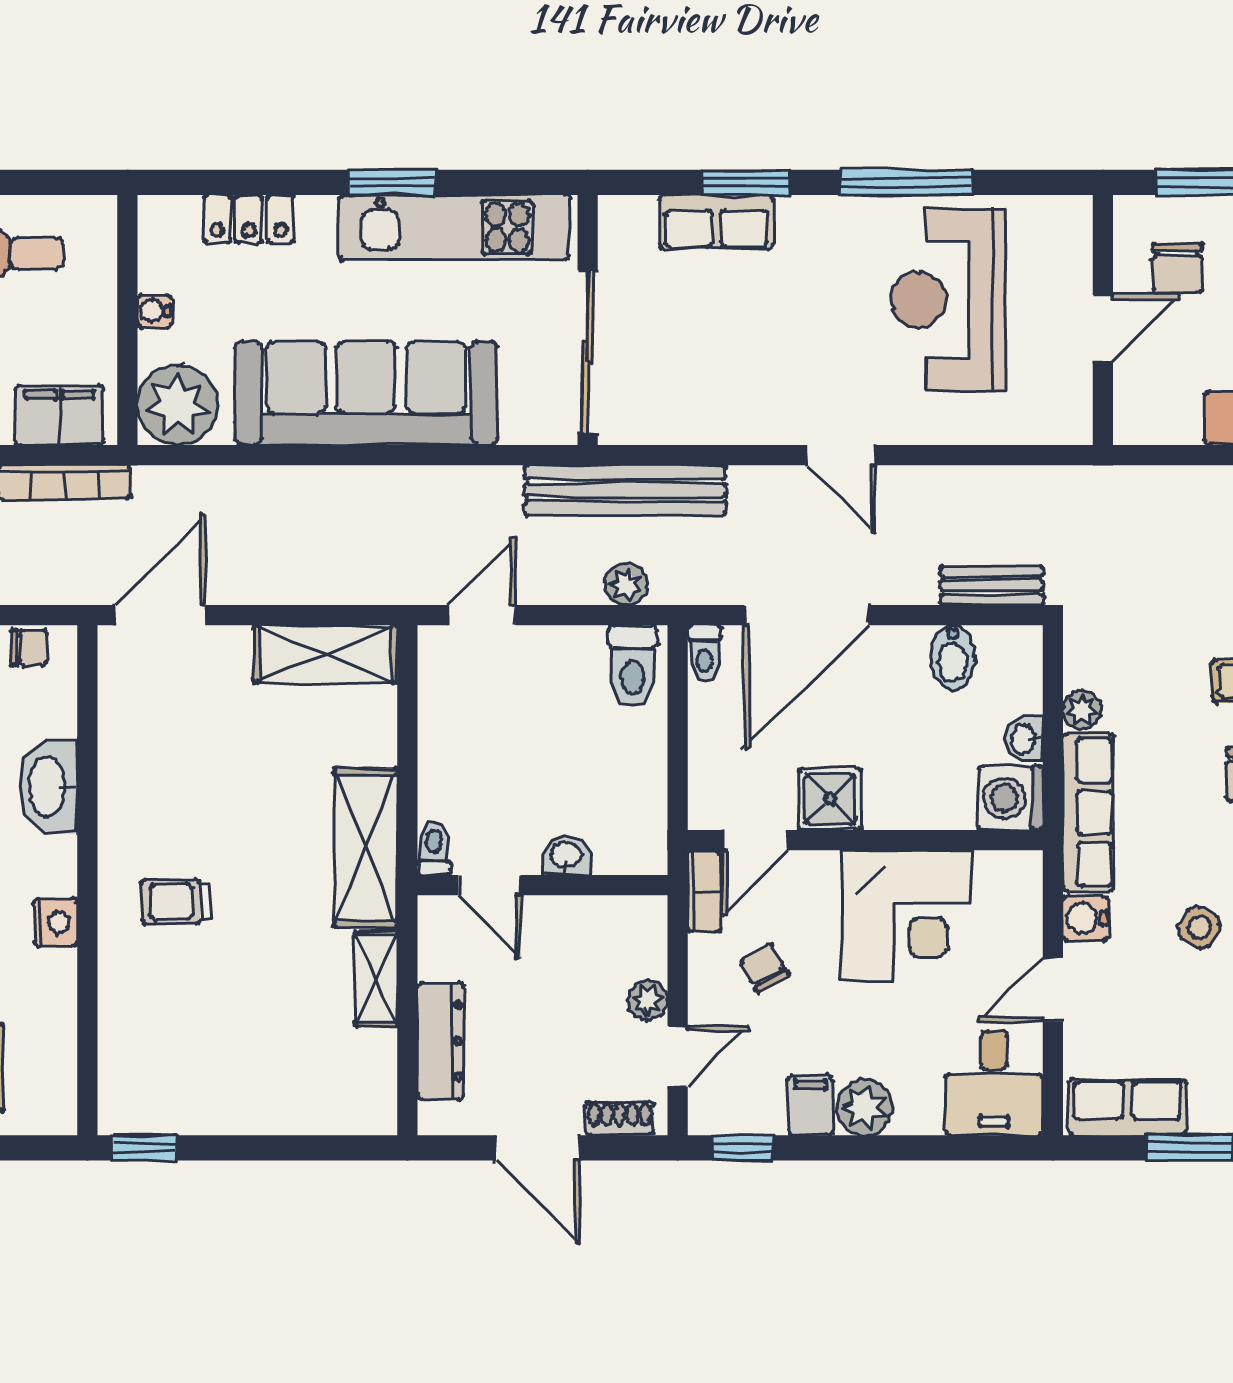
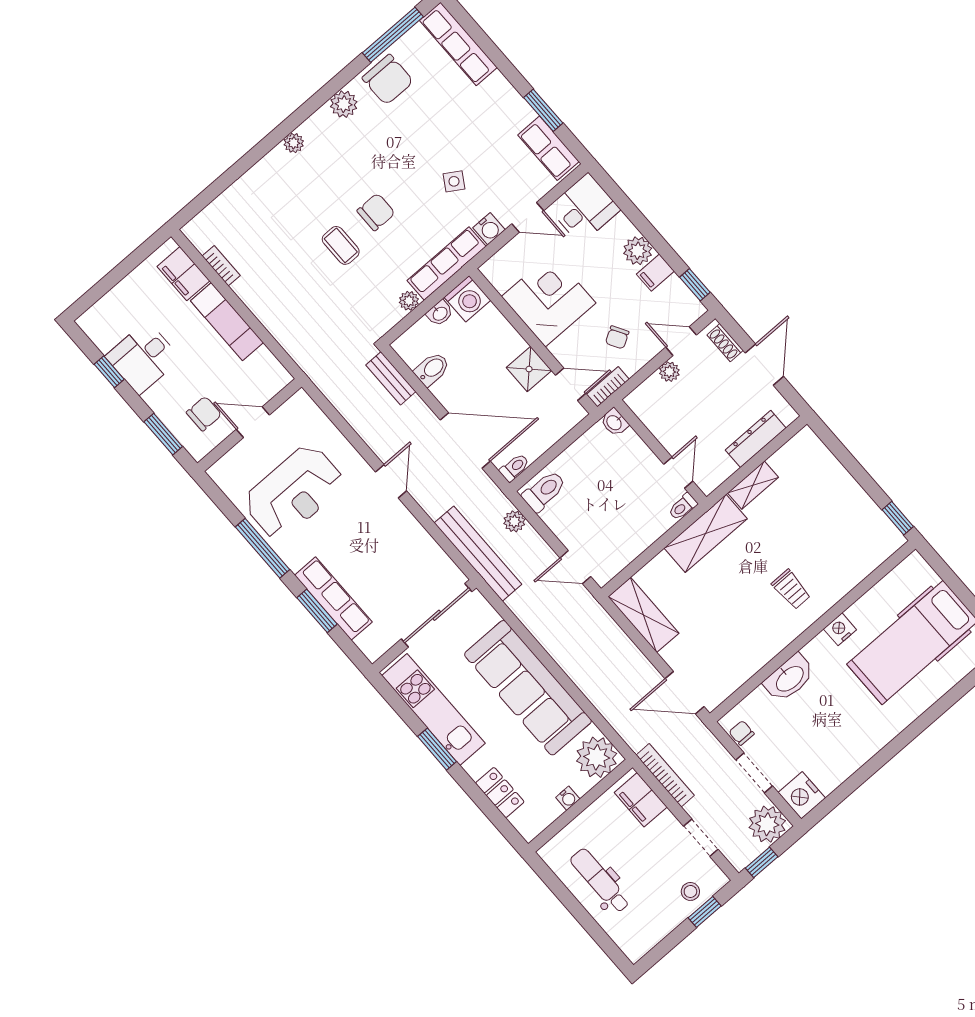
row of seats: (716, 222) -> (333, 599), width x1.48
washbasin: (566, 856) -> (614, 422), moved

